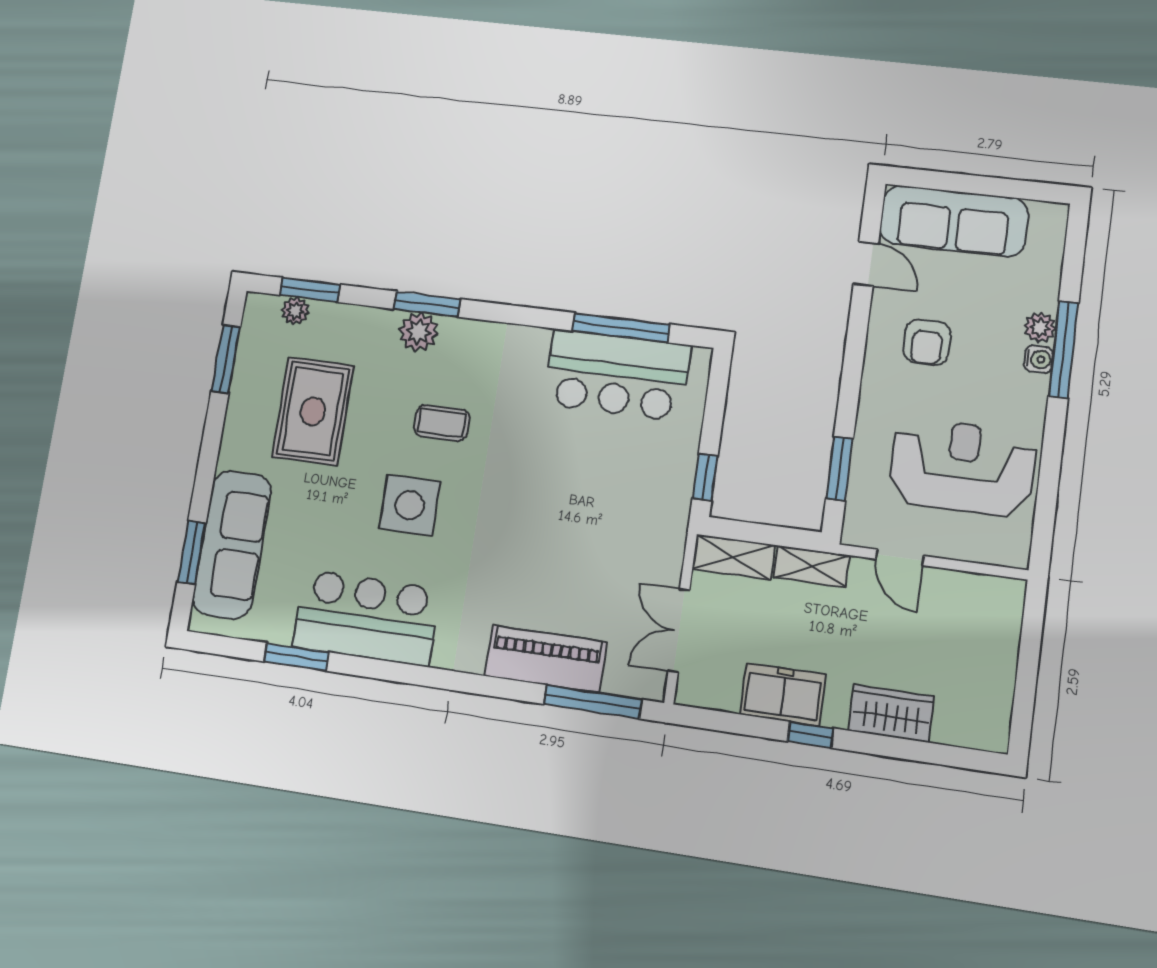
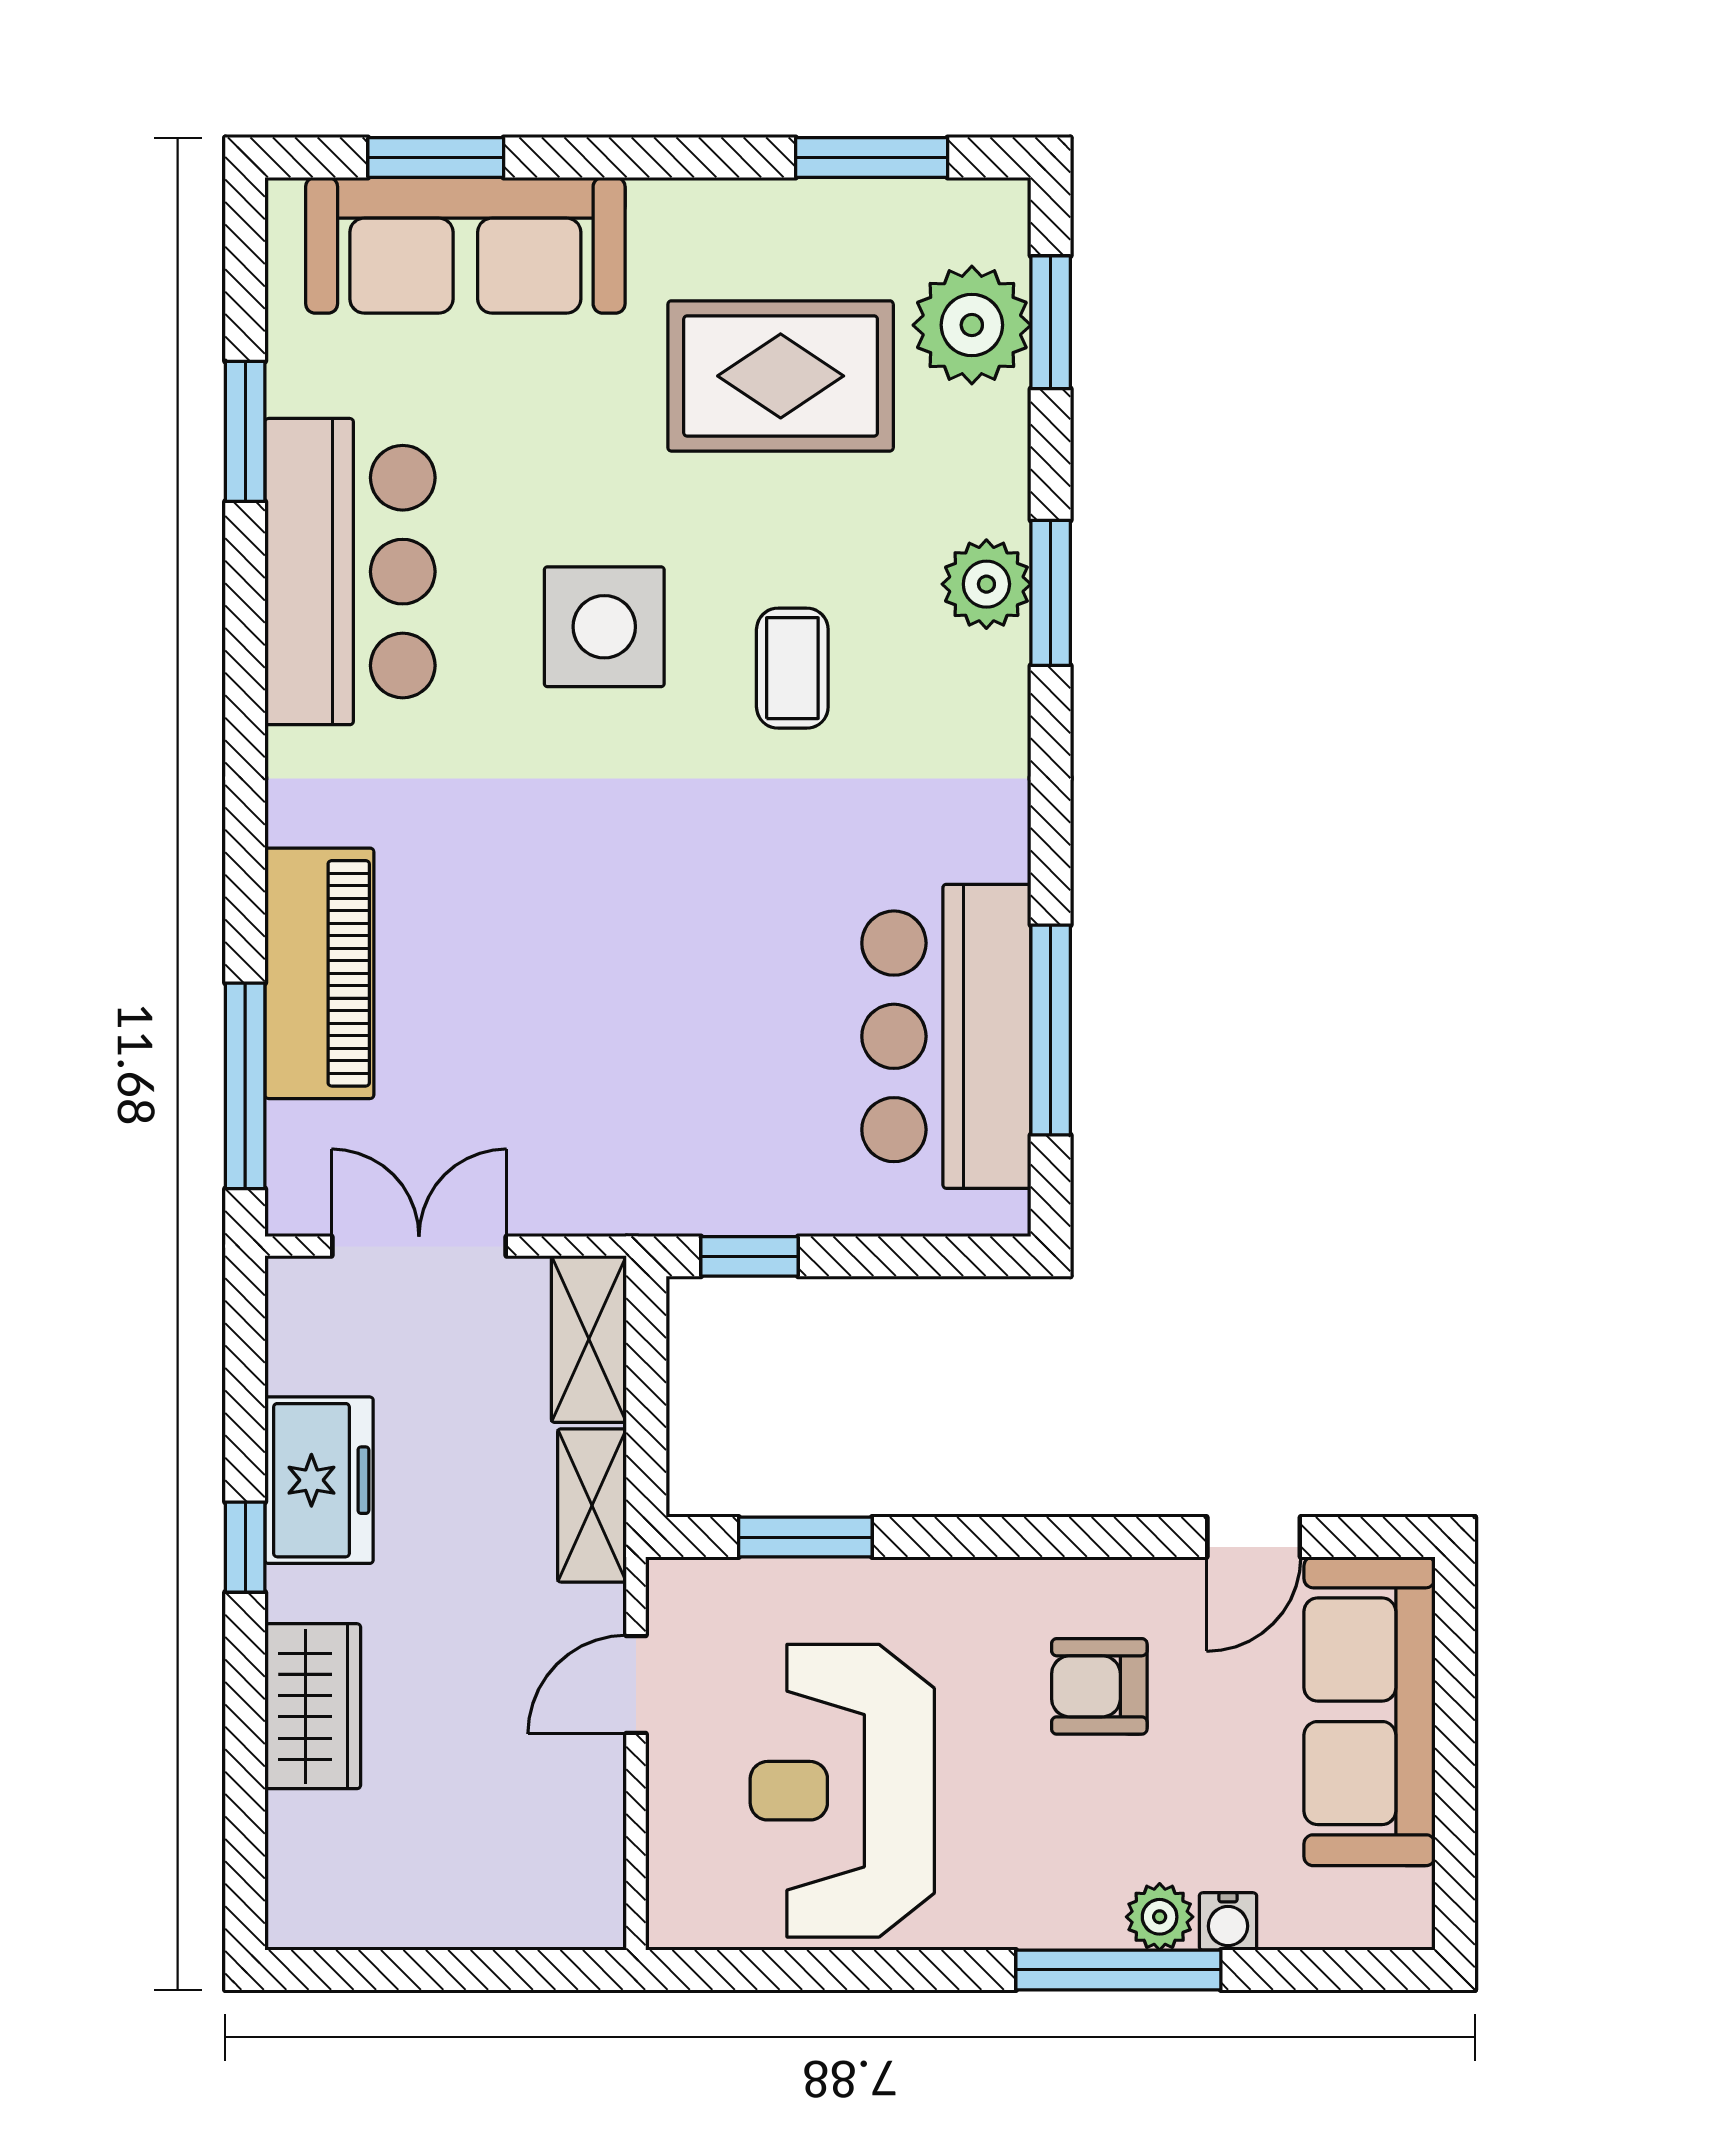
plant: (295, 311) -> (972, 325), width x1.88, depth x1.88
water cooler: (1039, 359) -> (1228, 1921), moved
reception desk: (962, 467) -> (842, 1791), turned 180

